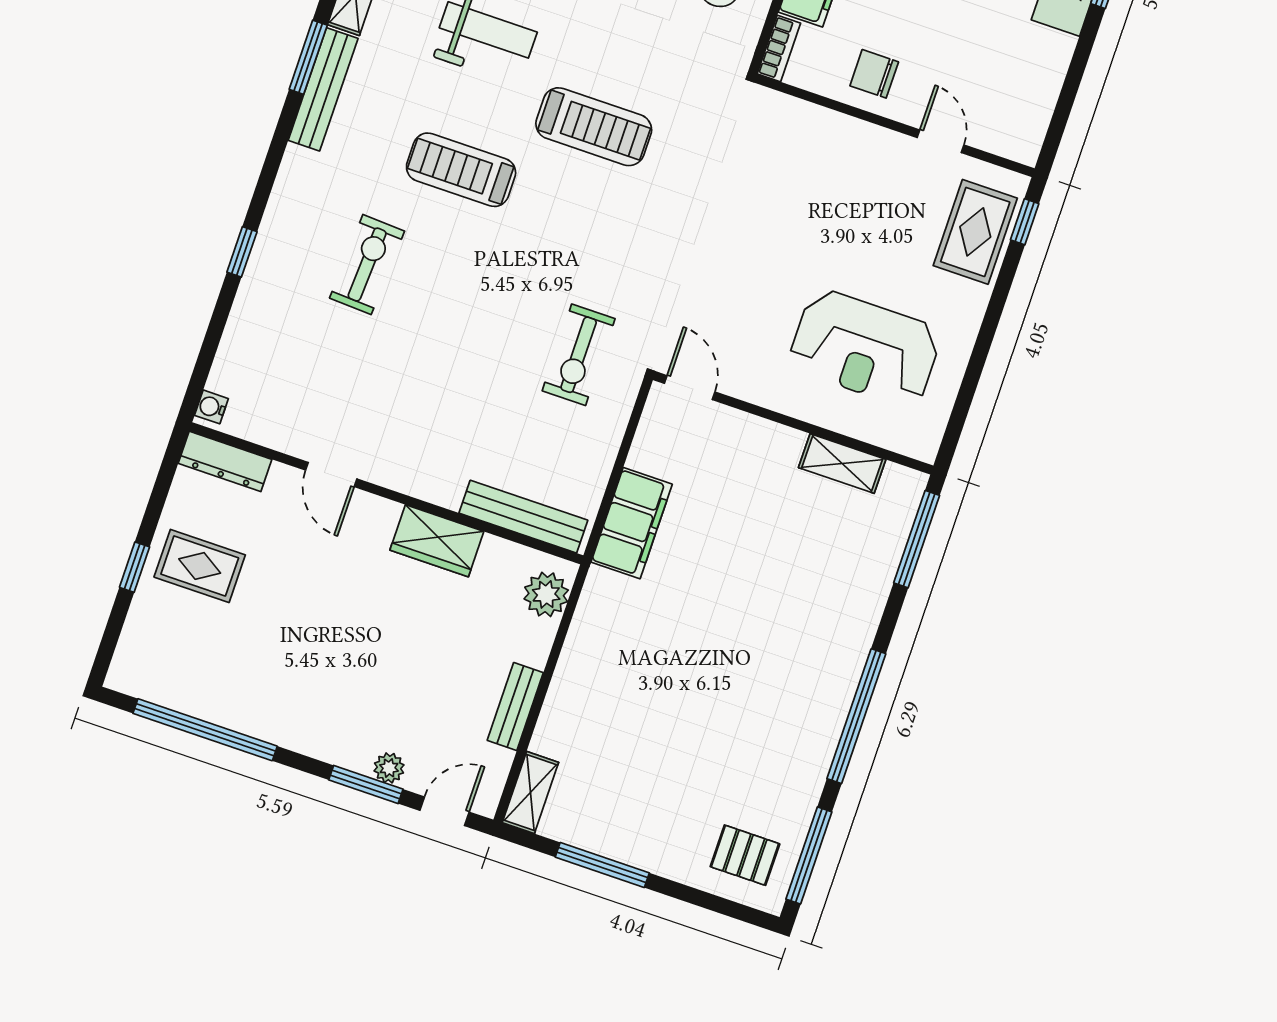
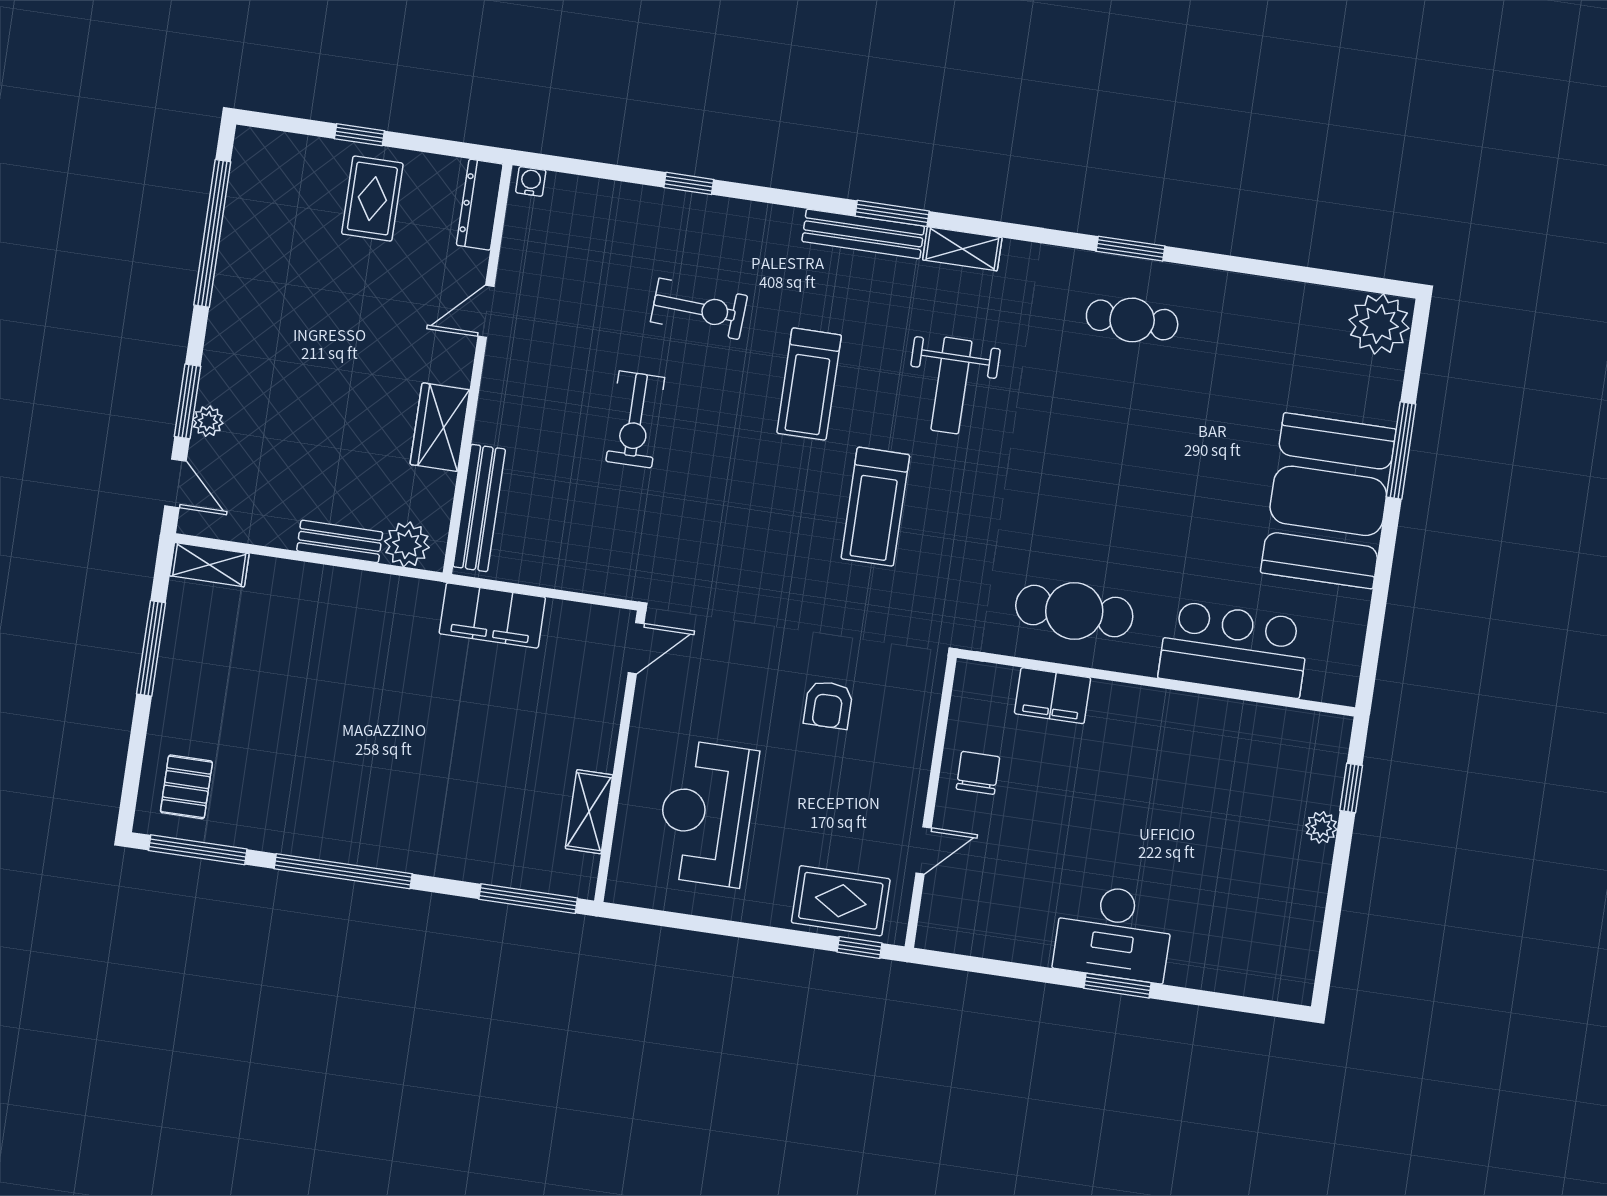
bookcase: (779, 48) -> (986, 675), removed
treadmill: (461, 170) -> (809, 384), turned 180
armchair: (780, 209) -> (828, 705), added
exercise bike: (579, 355) -> (635, 419), moved, turned -90
bench: (515, 707) -> (340, 541), moved

